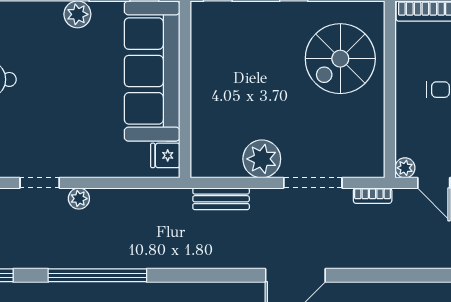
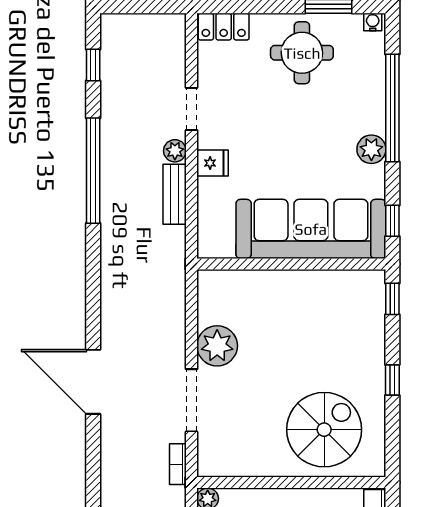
spiral stairs: (340, 59) -> (324, 430), turned 90
fridge: (165, 155) -> (213, 163), moved, turned 90
bench: (221, 199) -> (175, 194), moved

